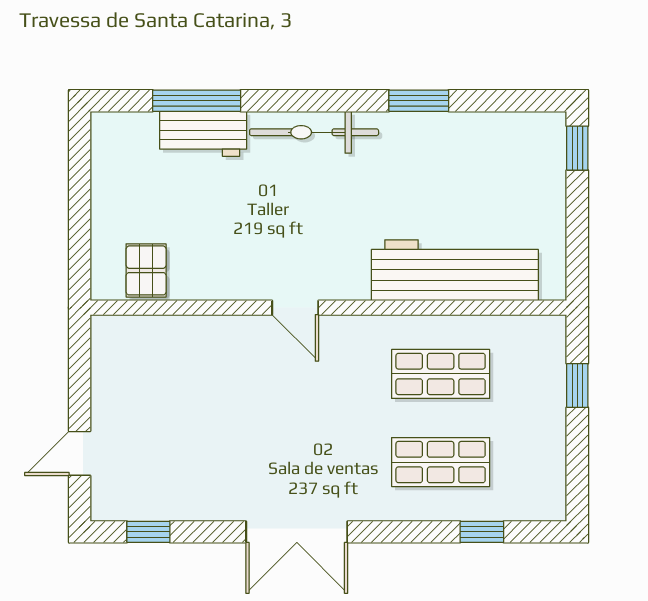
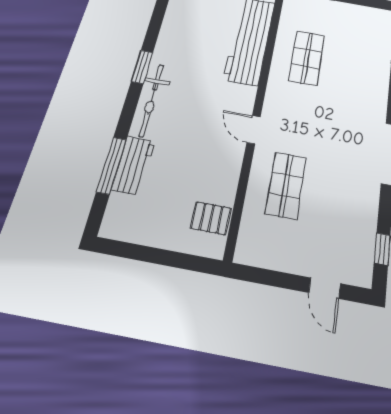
window: (419, 101) -> (142, 67), moved
door: (295, 308) -> (254, 130), swing flipped
shop shelf: (441, 462) -> (286, 185), moved

